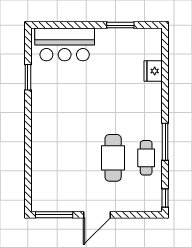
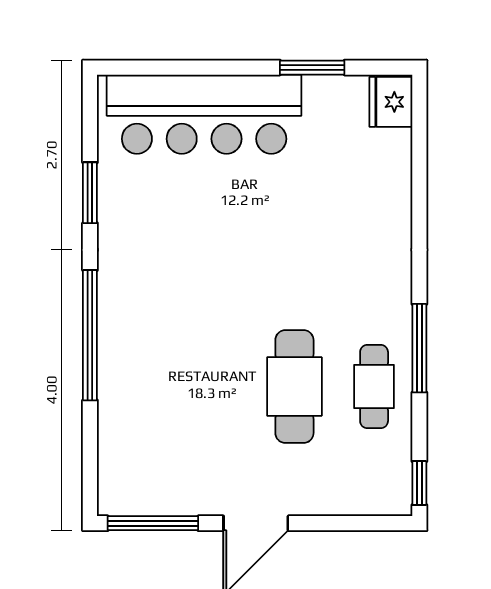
bar counter: (65, 44) -> (204, 114), width x1.36
fridge: (153, 71) -> (391, 102), moved
window: (28, 136) -> (90, 335), added

